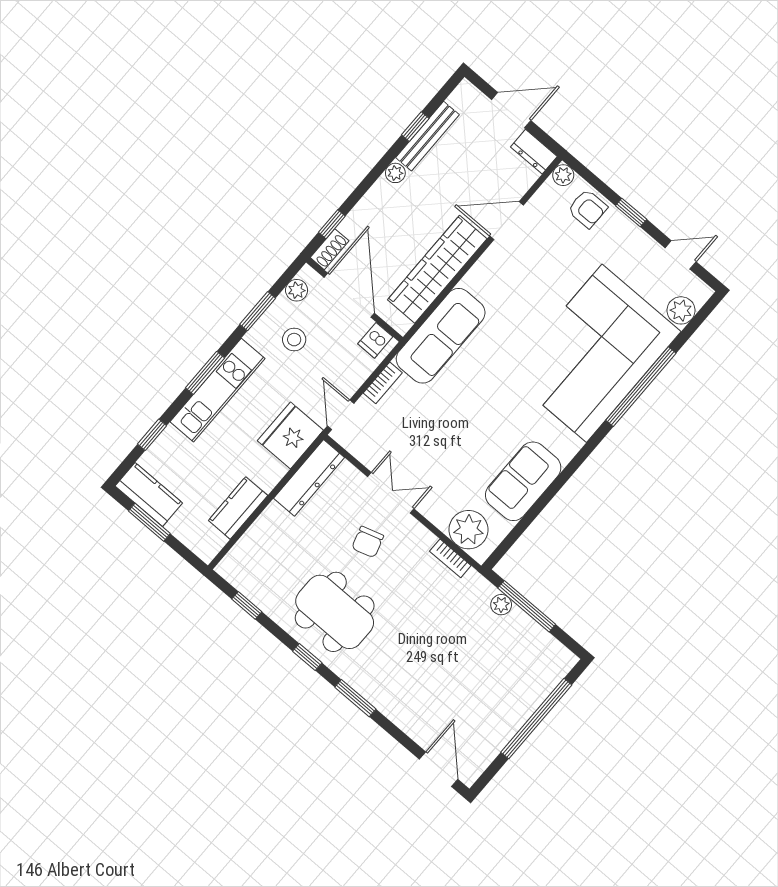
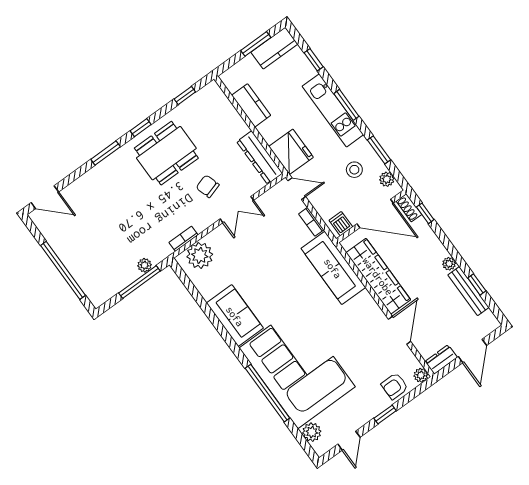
sofa: (523, 481) -> (235, 316), moved

